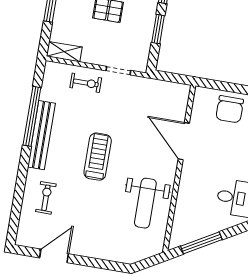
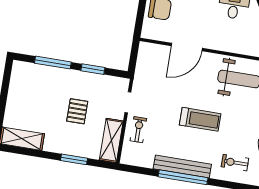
shelving: (64, 52) -> (111, 140), width x1.50, depth x1.33
window: (32, 116) -> (183, 177), moved
treadmill: (98, 157) -> (200, 119), turned 180

